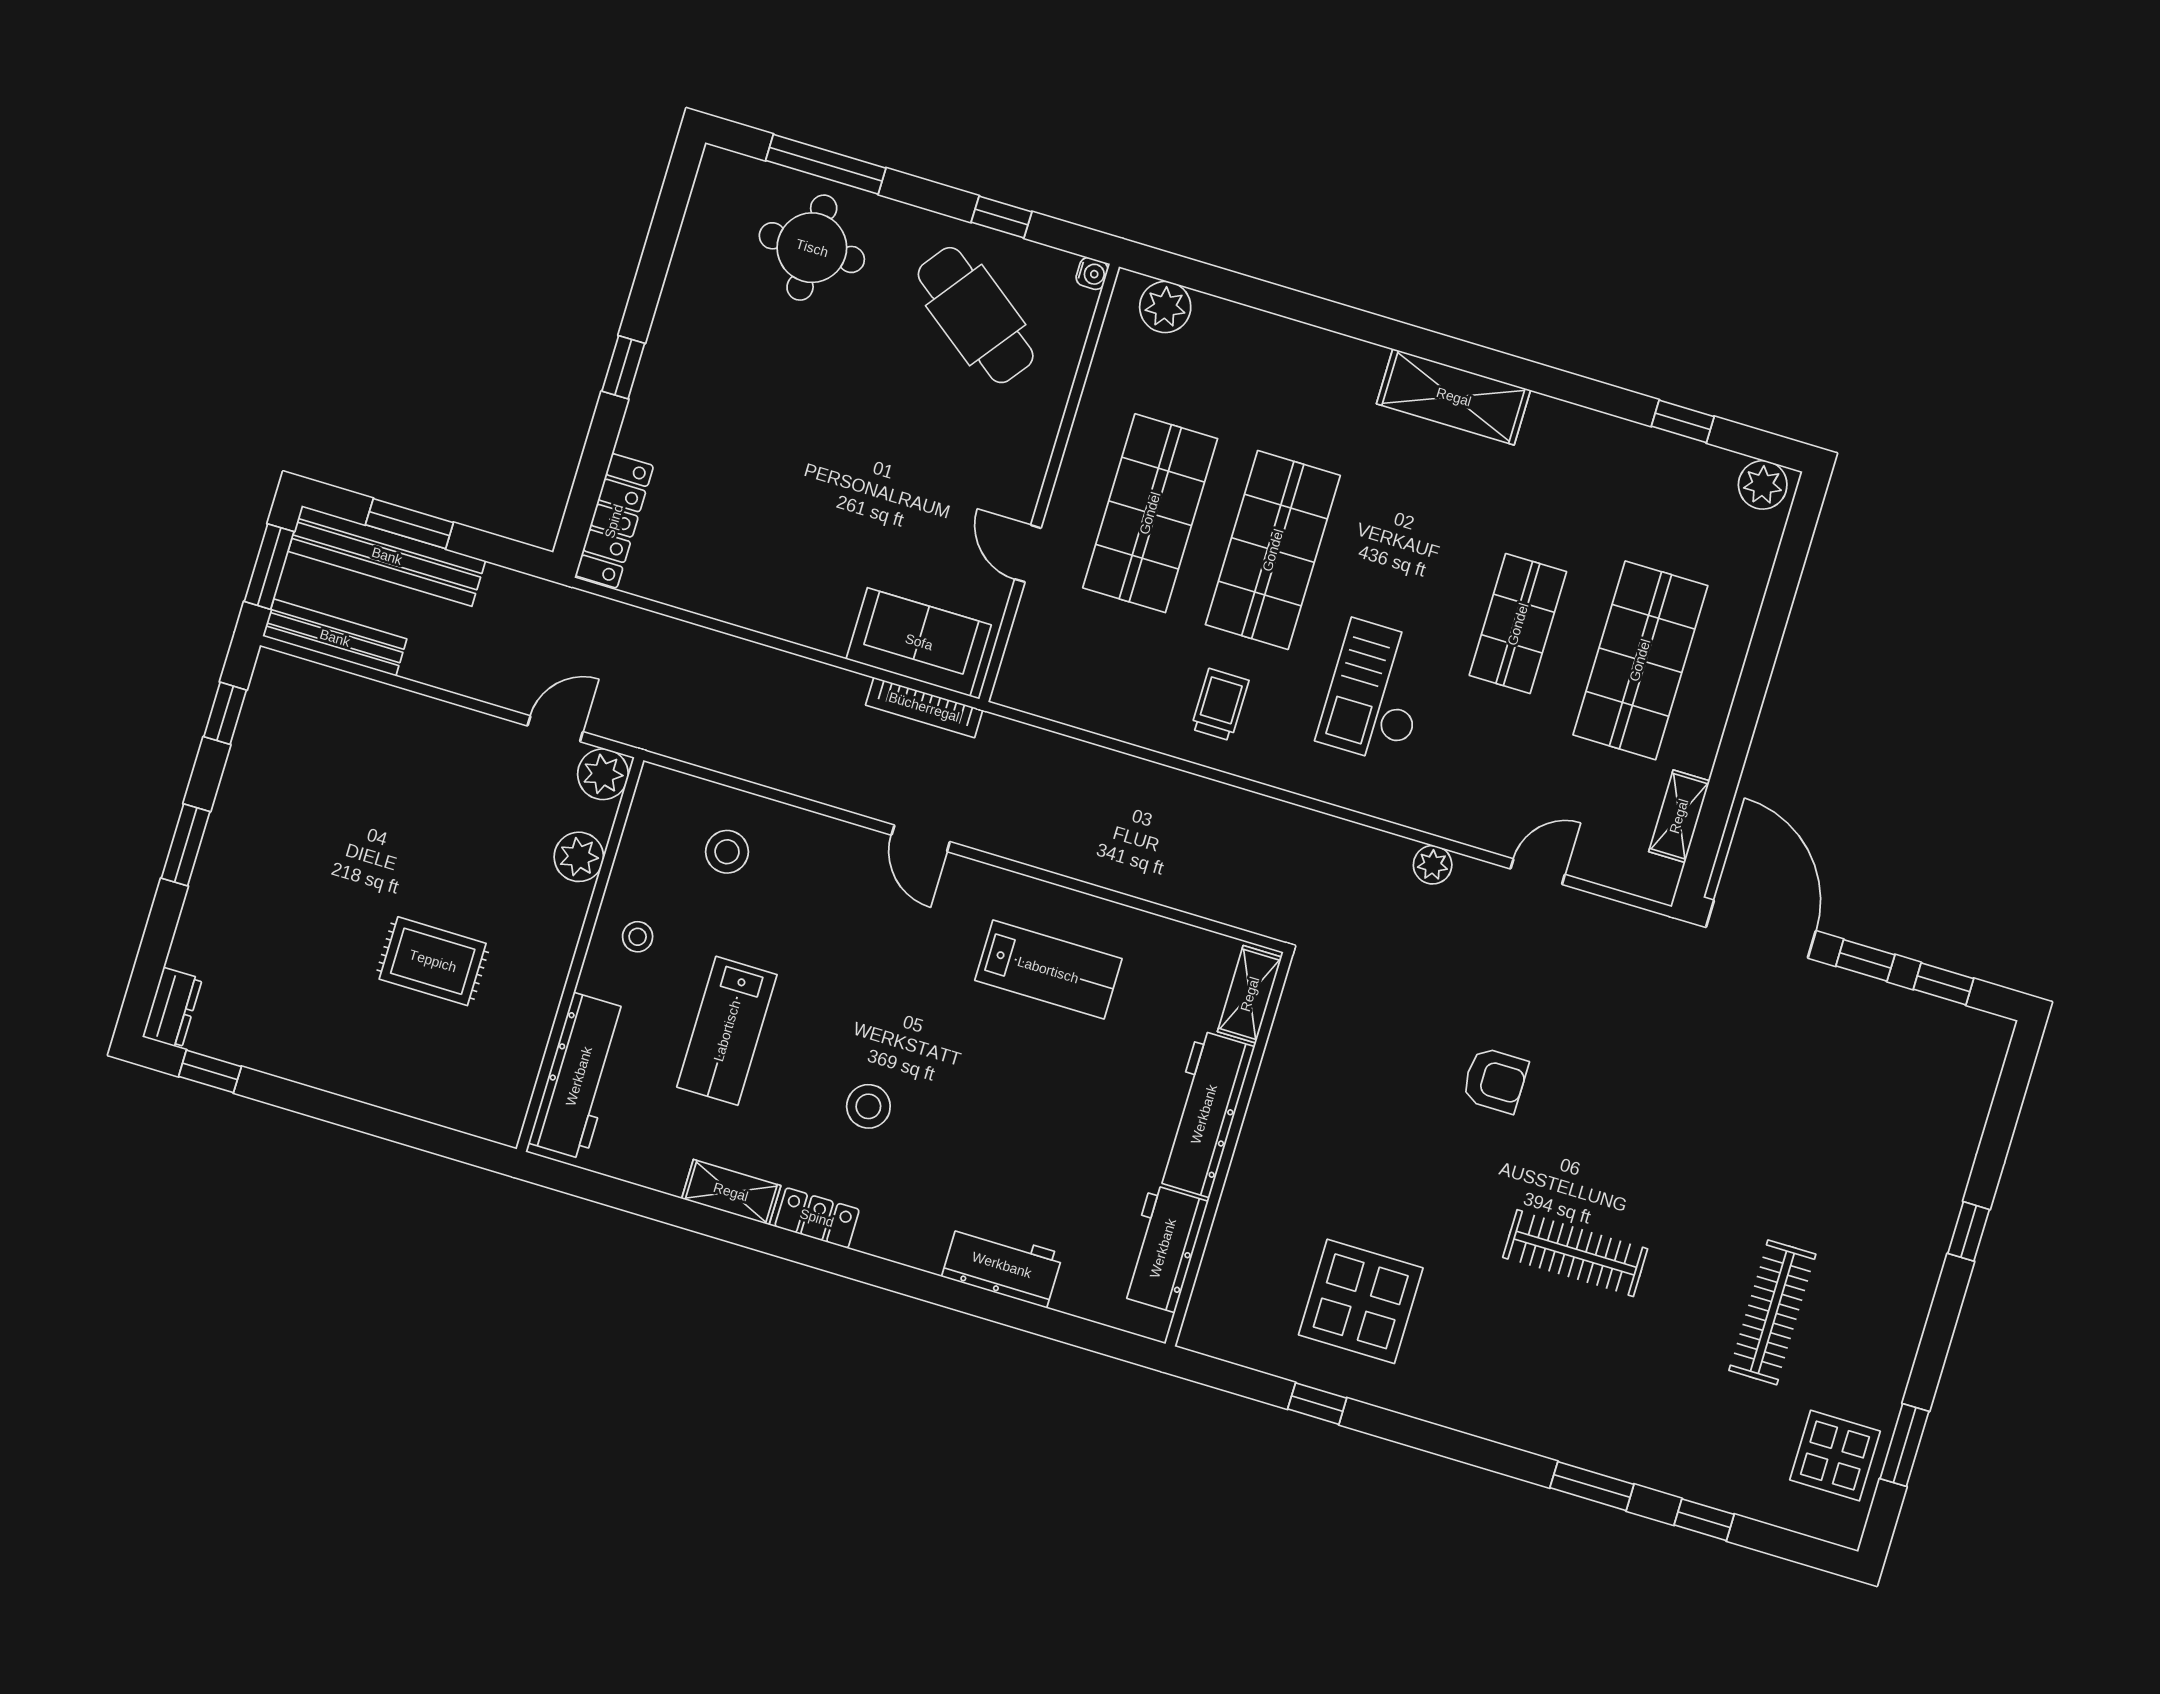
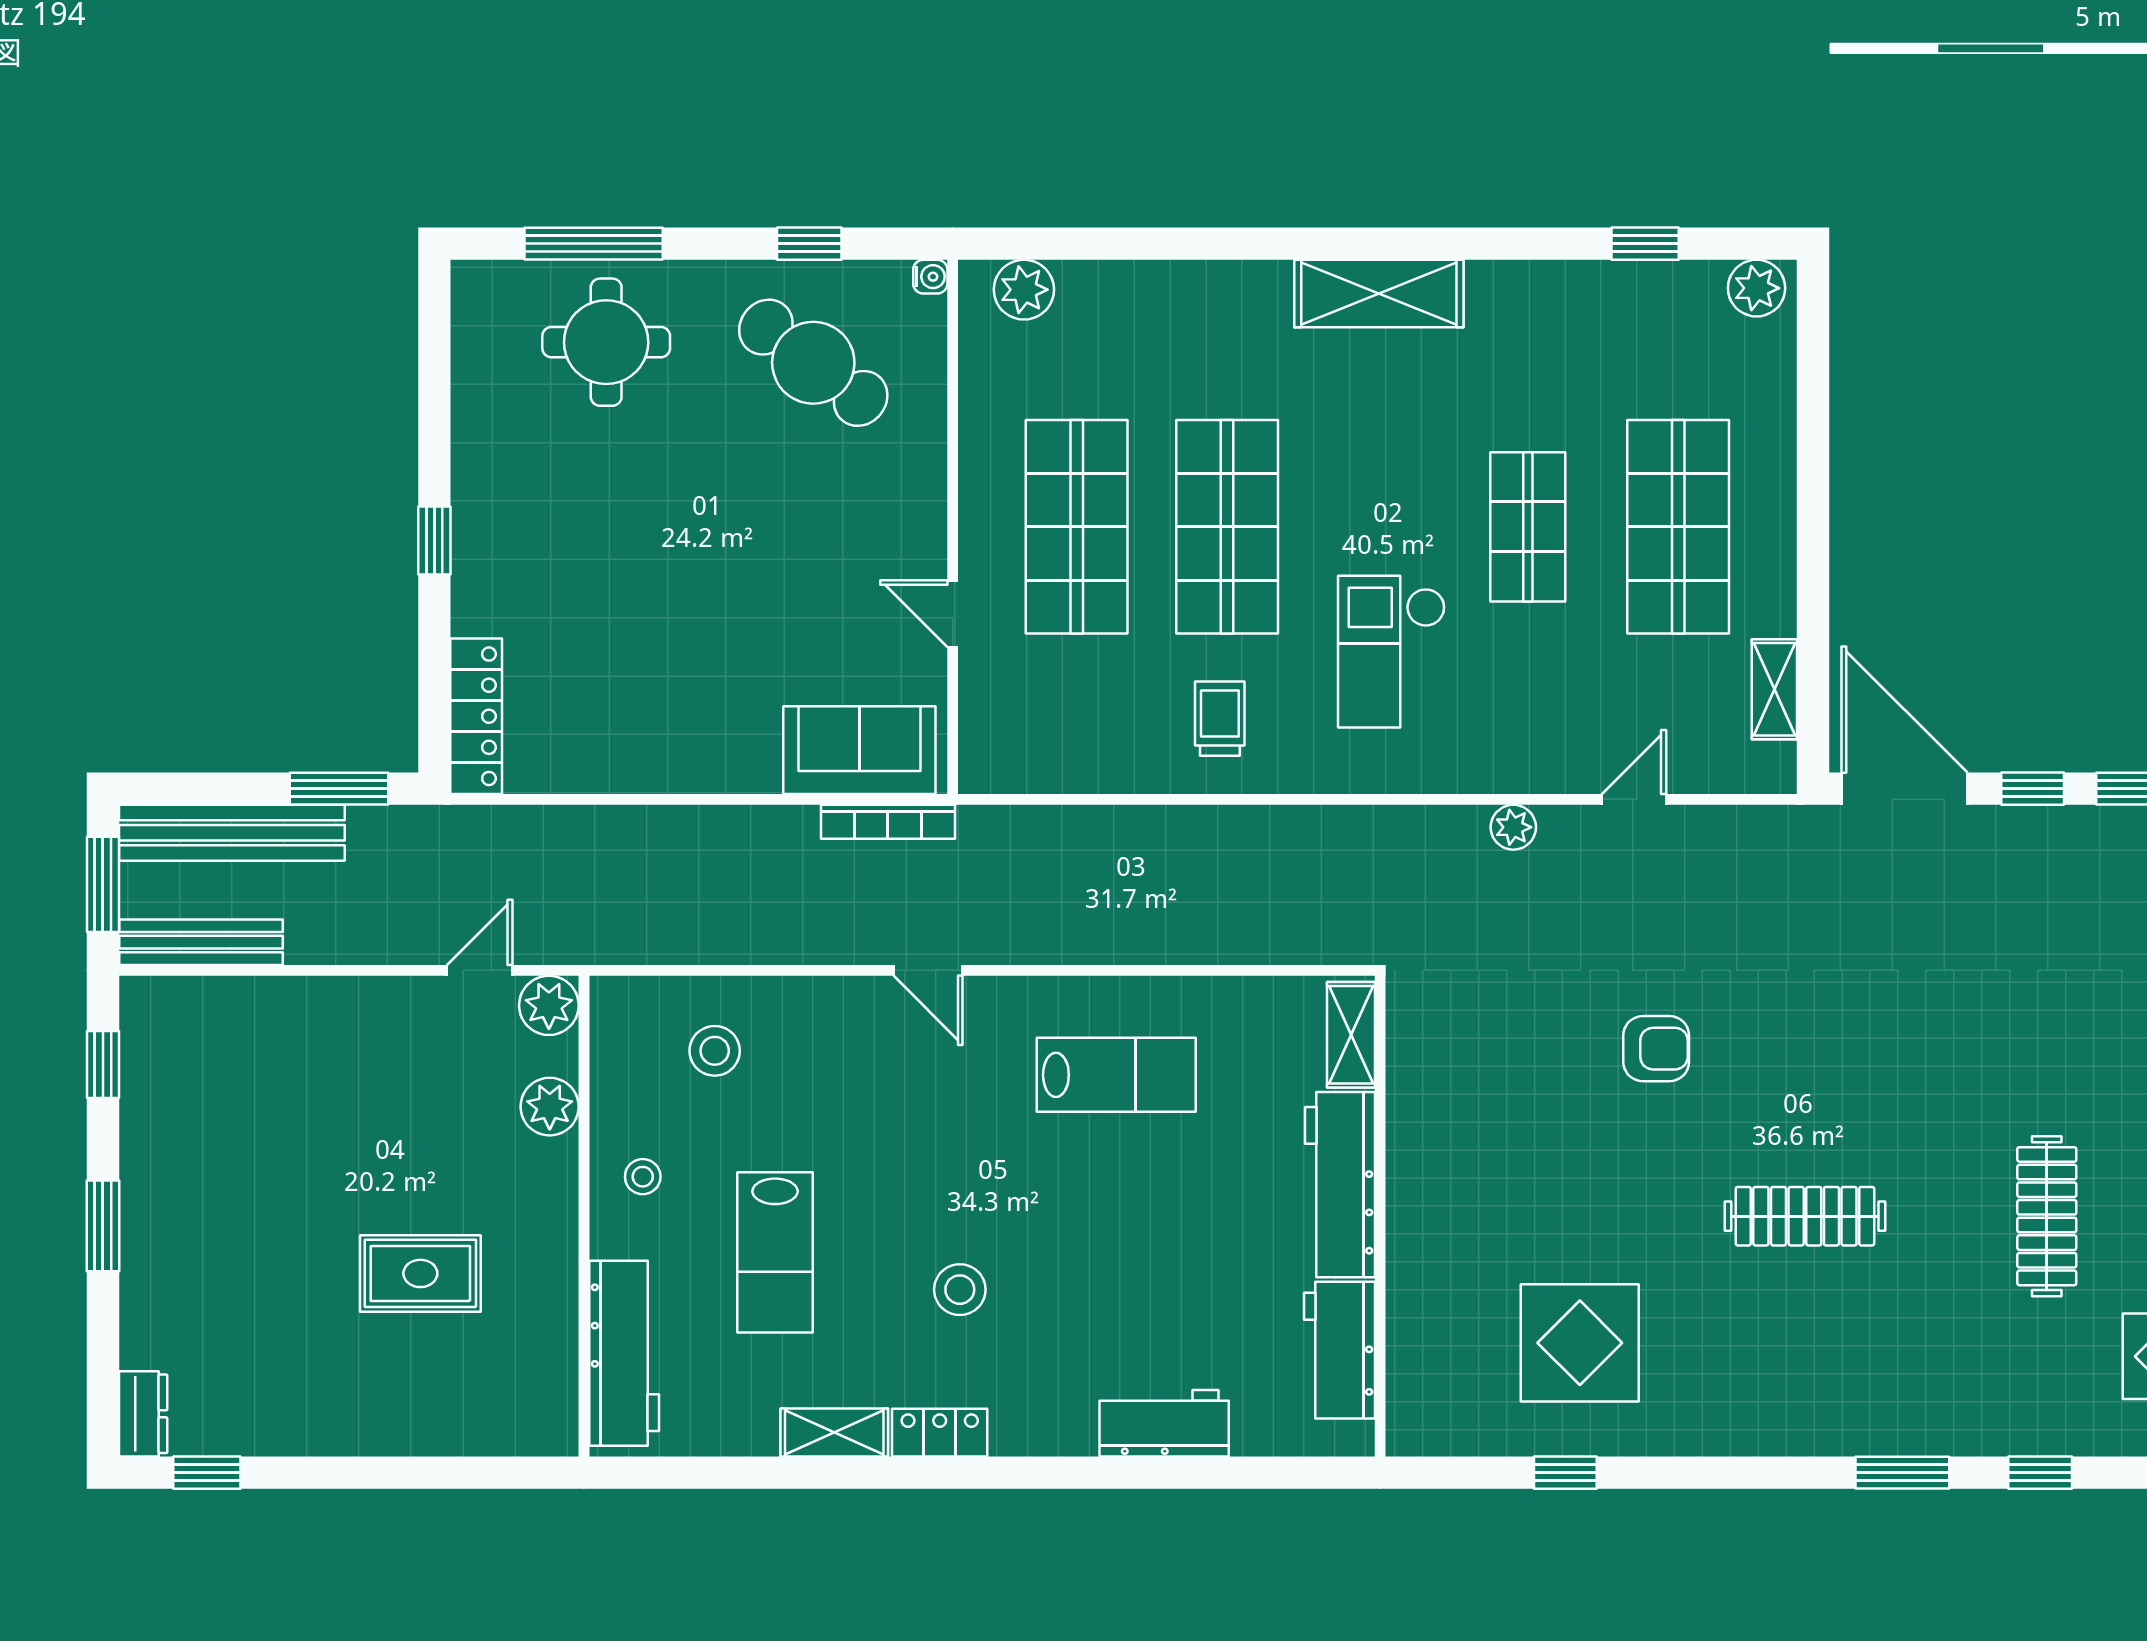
window: (409, 524) -> (339, 789), moved

